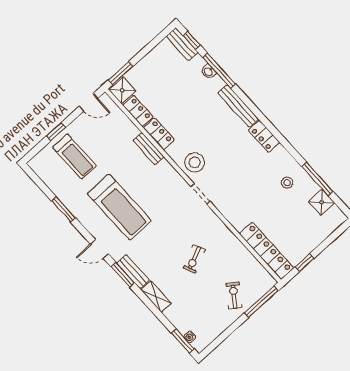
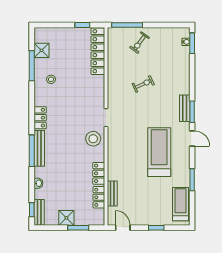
window: (219, 71) -> (32, 151), moved
window: (121, 73) -> (78, 228), moved
shower: (122, 90) -> (66, 218), moved
bench: (149, 149) -> (112, 194), moved
treadmill: (74, 157) -> (180, 204), moved
shelving: (156, 297) -> (184, 82), removed

